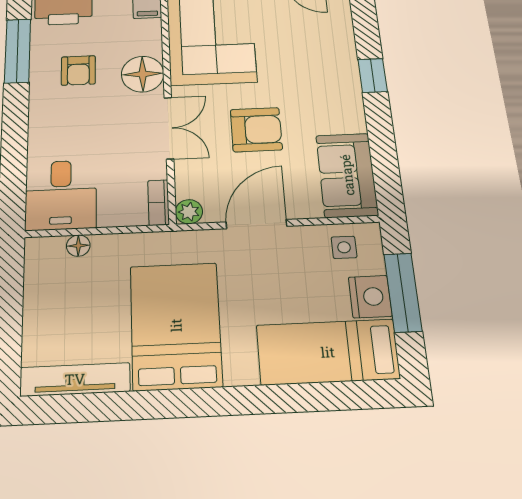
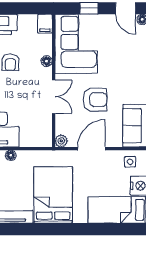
floor lamp: (143, 74) -> (47, 61), width x0.53, depth x0.53
bookcase: (159, 203) -> (47, 136), removed

